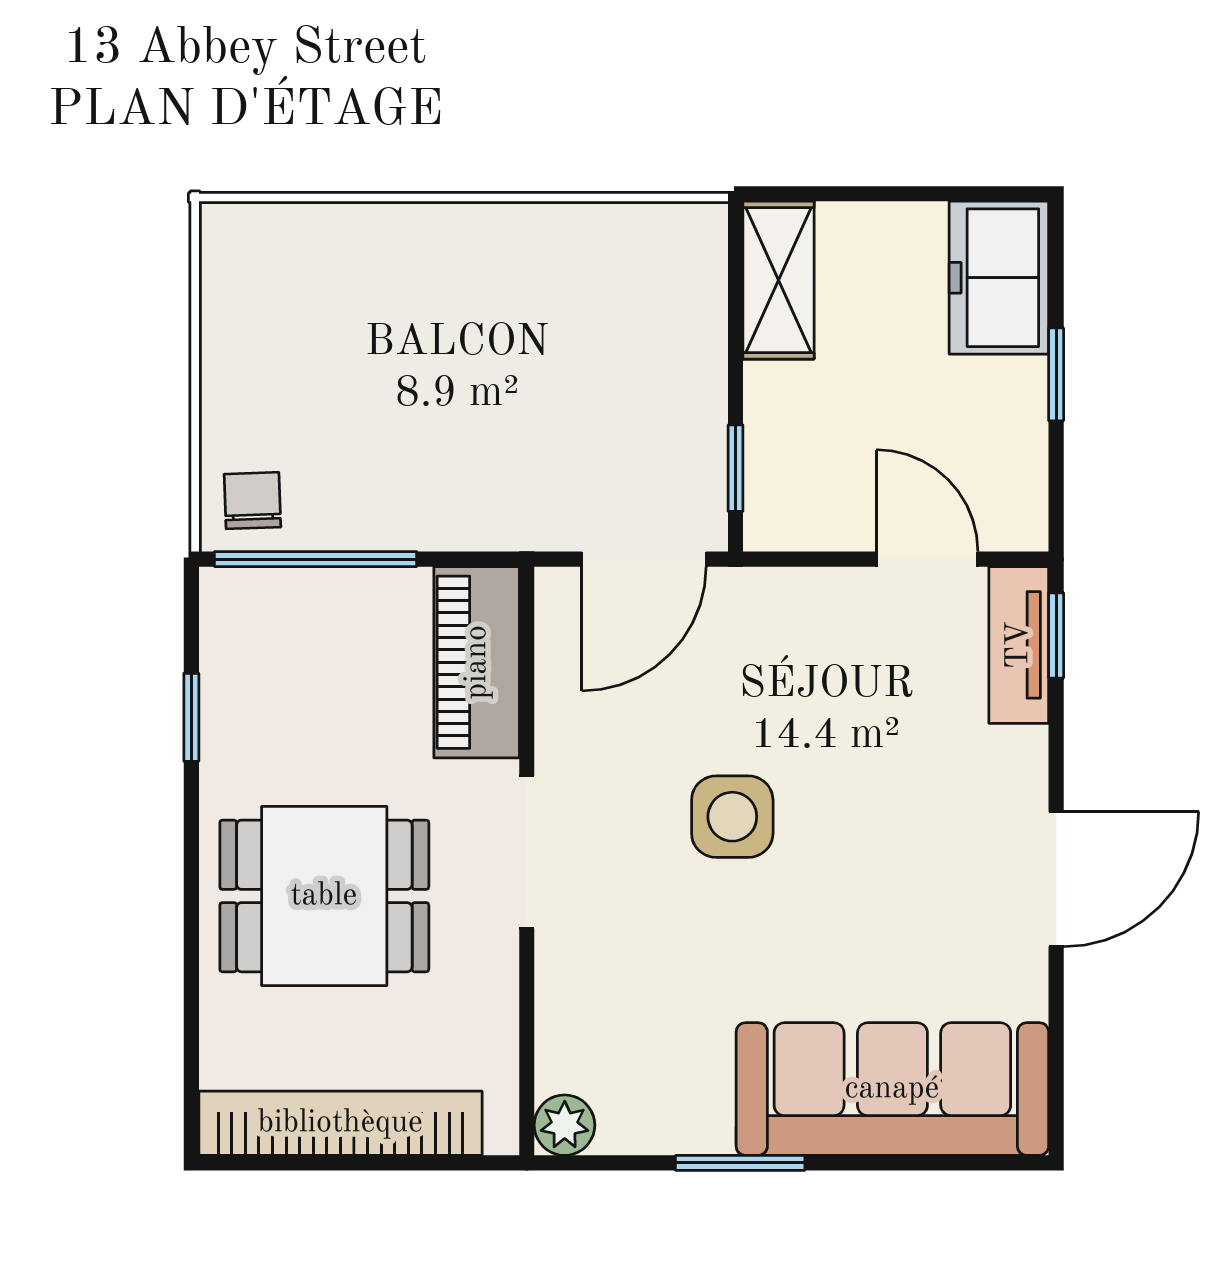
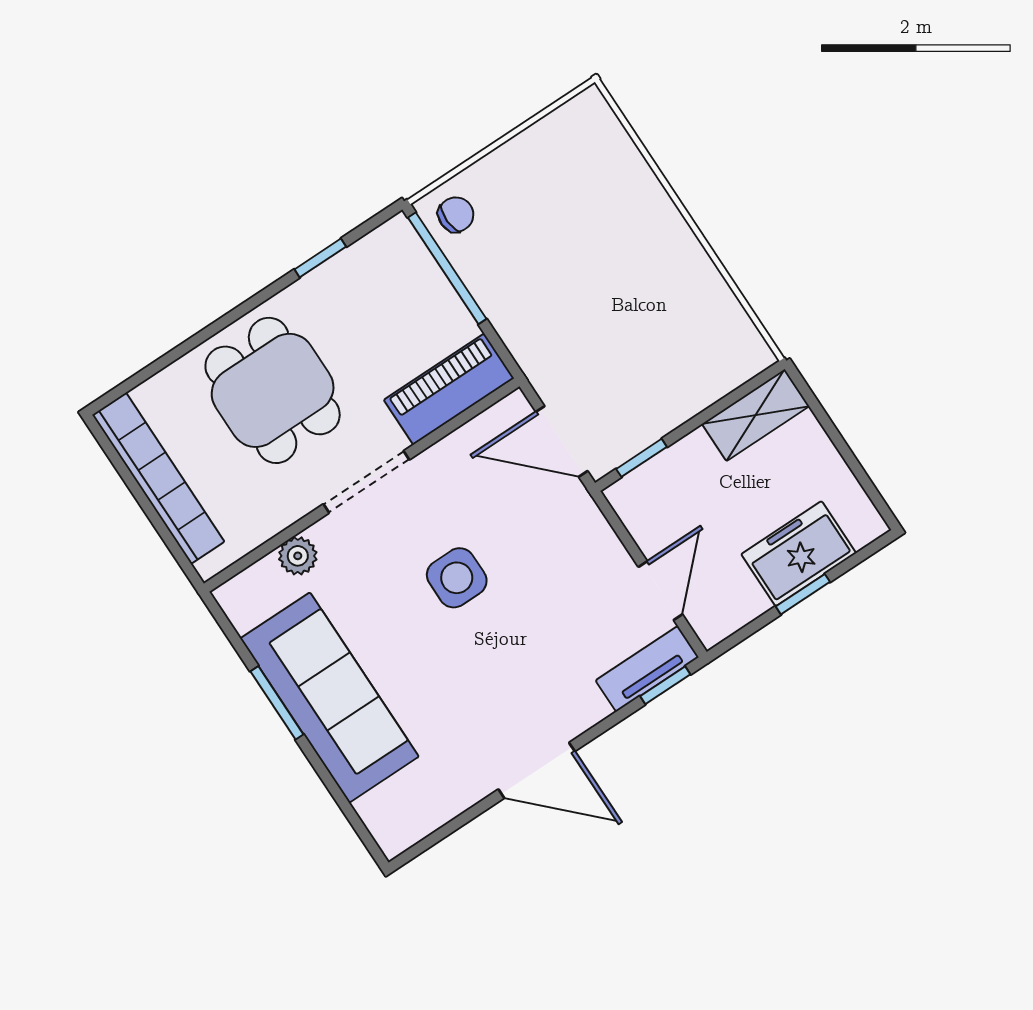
freezer: (999, 278) -> (799, 554), moved
sofa: (892, 1089) -> (329, 698), moved
plant: (565, 1125) -> (298, 556), moved

